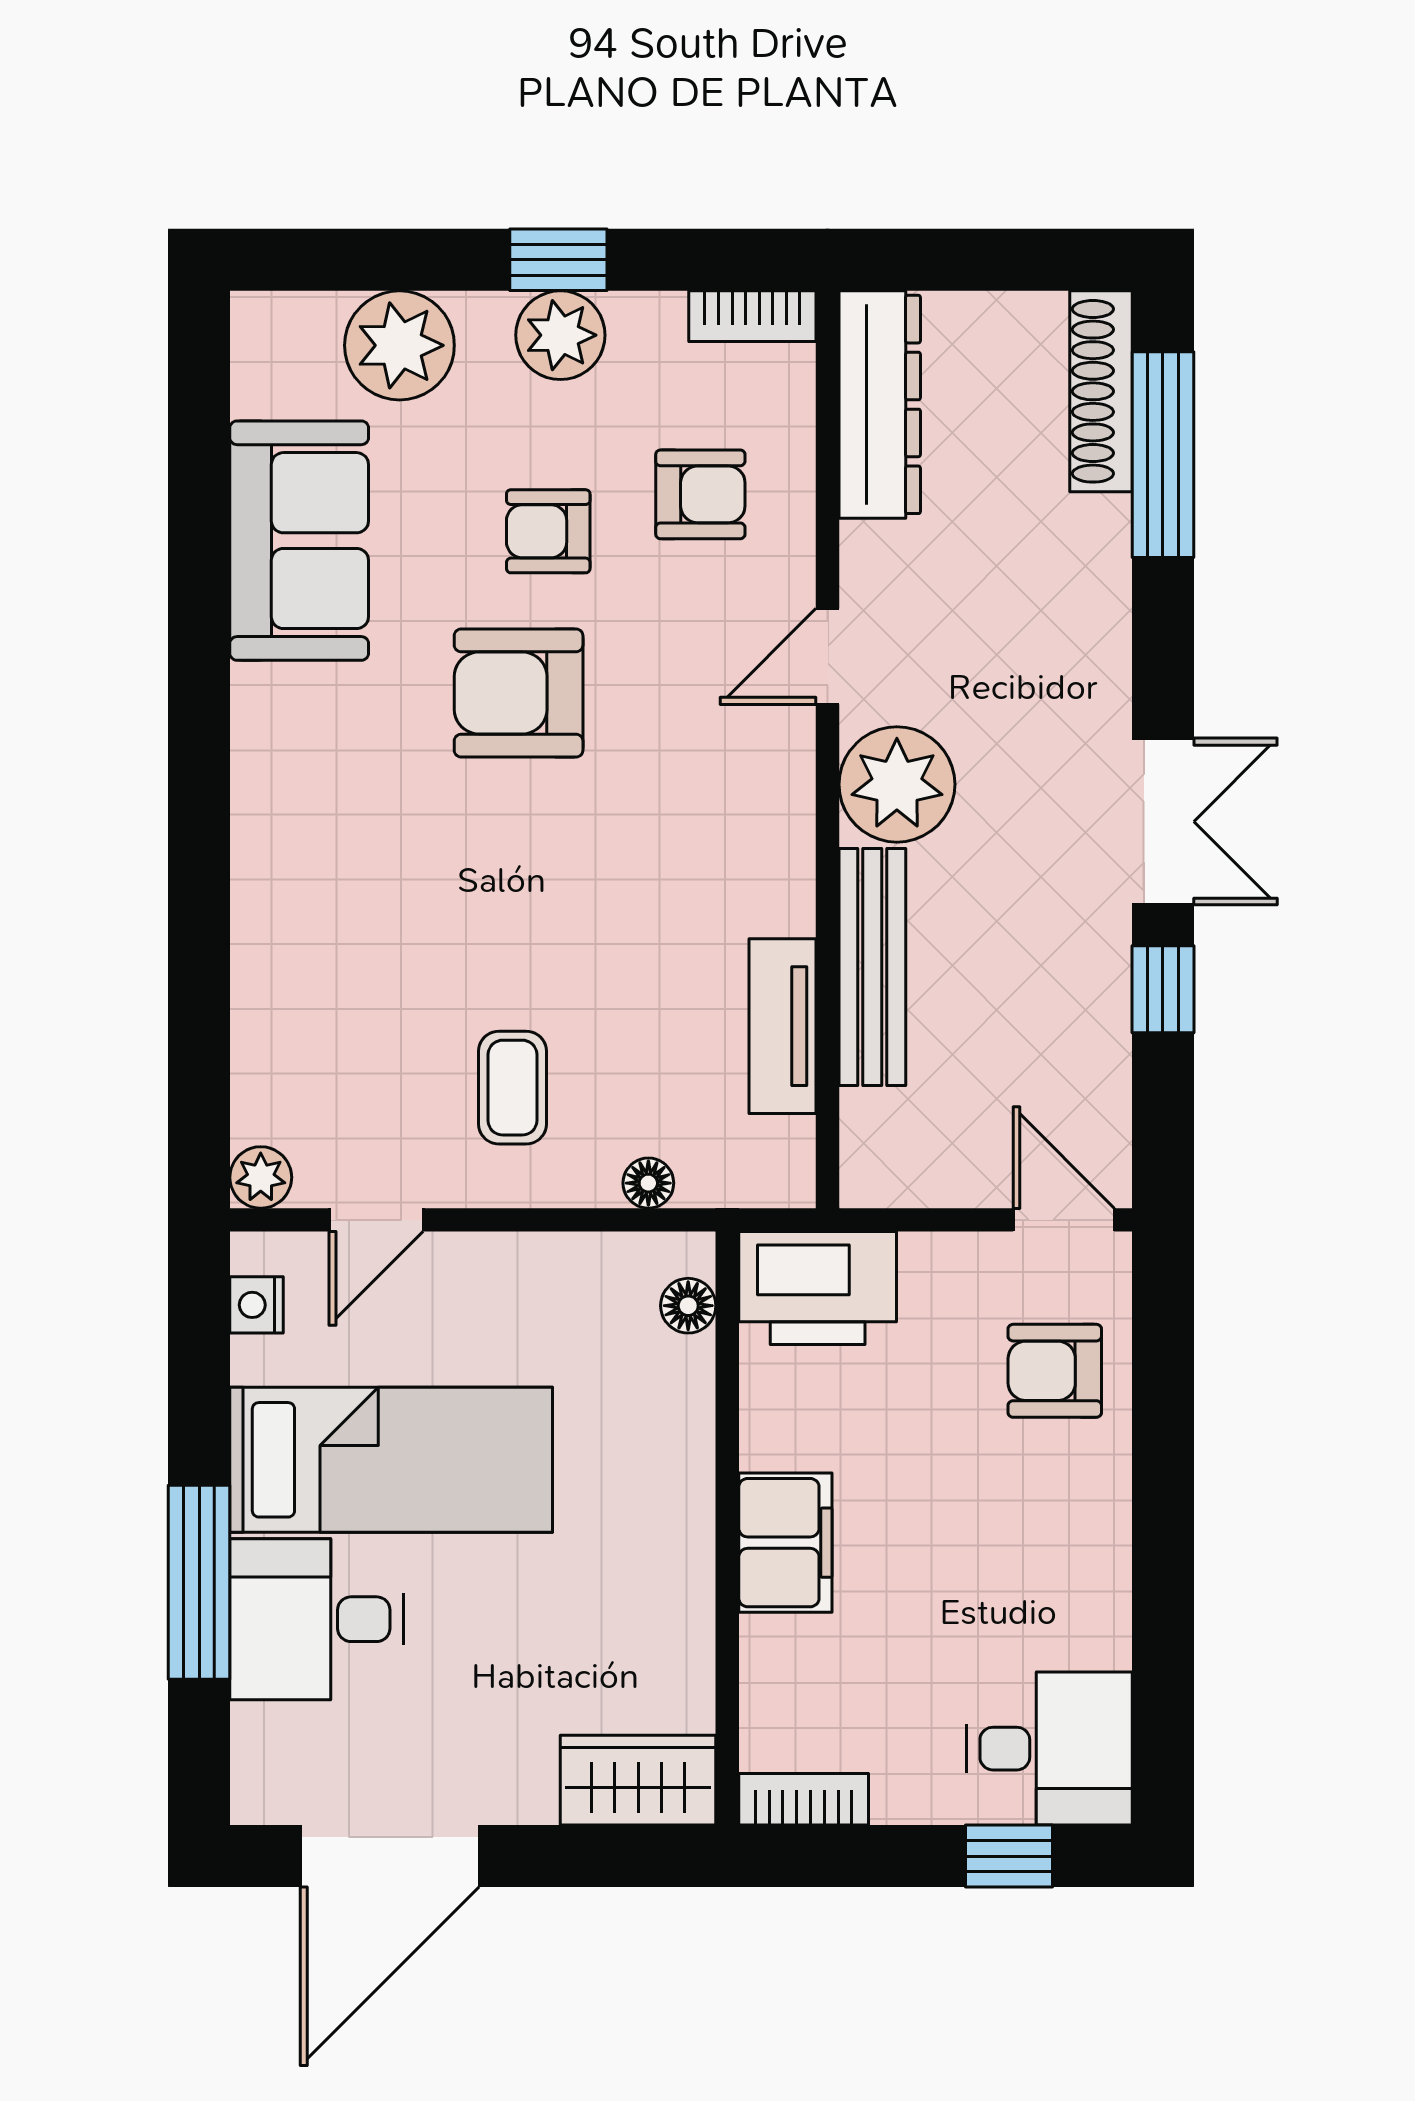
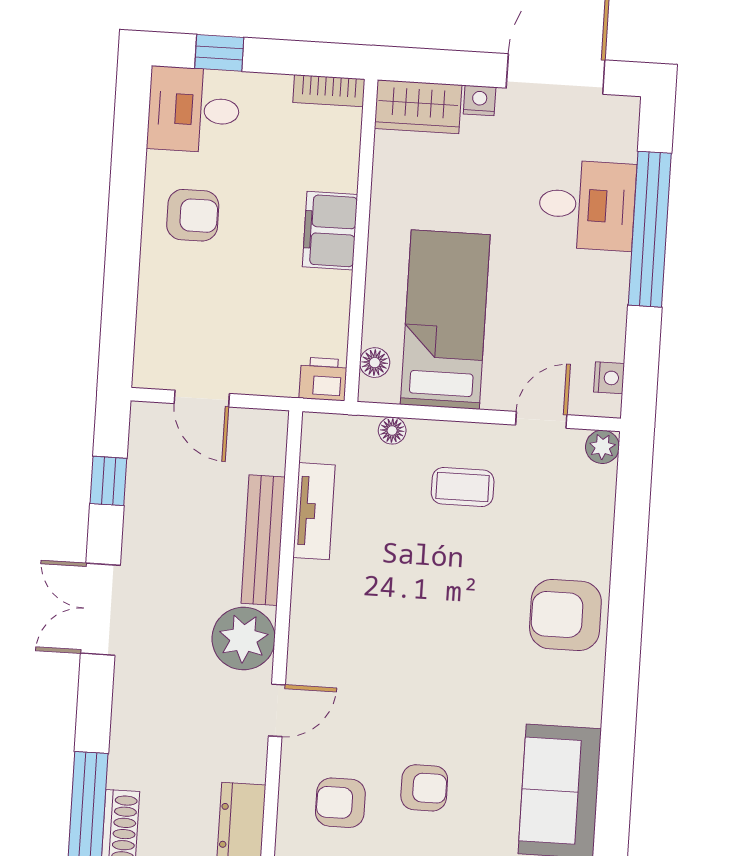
armchair: (519, 693) -> (565, 615), moved, turned 180
window: (1163, 989) -> (108, 481), moved
coffee table: (513, 1088) -> (463, 487), turned 90
door: (1064, 1220) -> (202, 399), moved
printer: (818, 1288) -> (323, 379), width x0.53, depth x0.68
armchair: (1055, 1371) -> (193, 215), moved
bed: (391, 1460) -> (445, 320), moved, turned 90
window: (199, 1582) -> (650, 229), width x1.46
nightstand: (526, 1799) -> (480, 101), added

